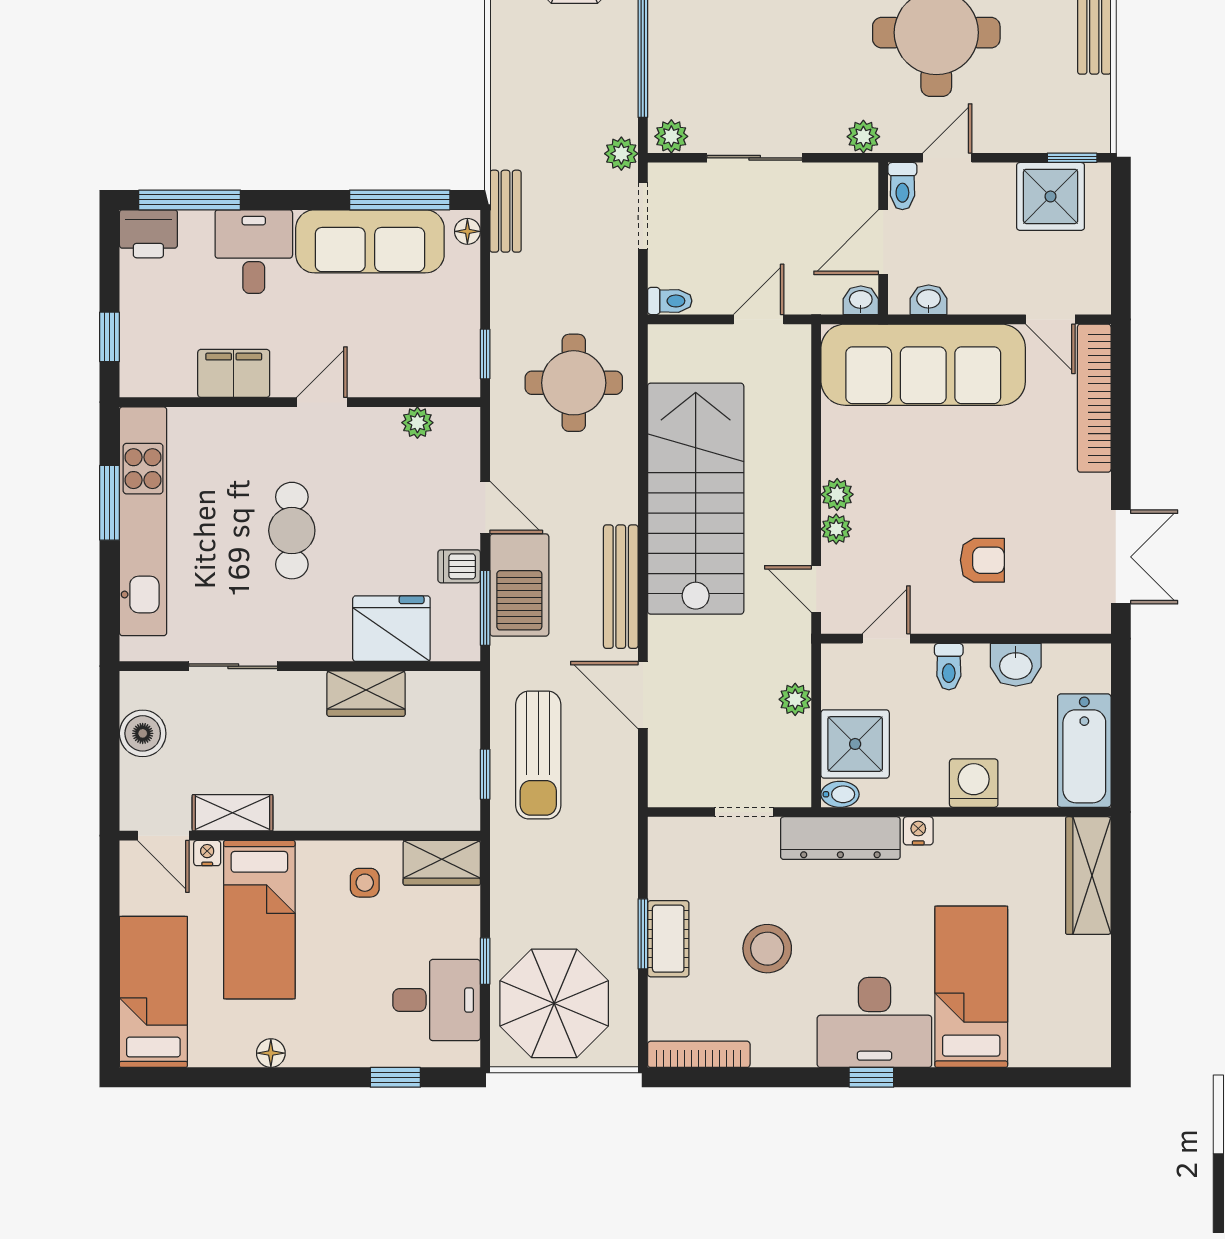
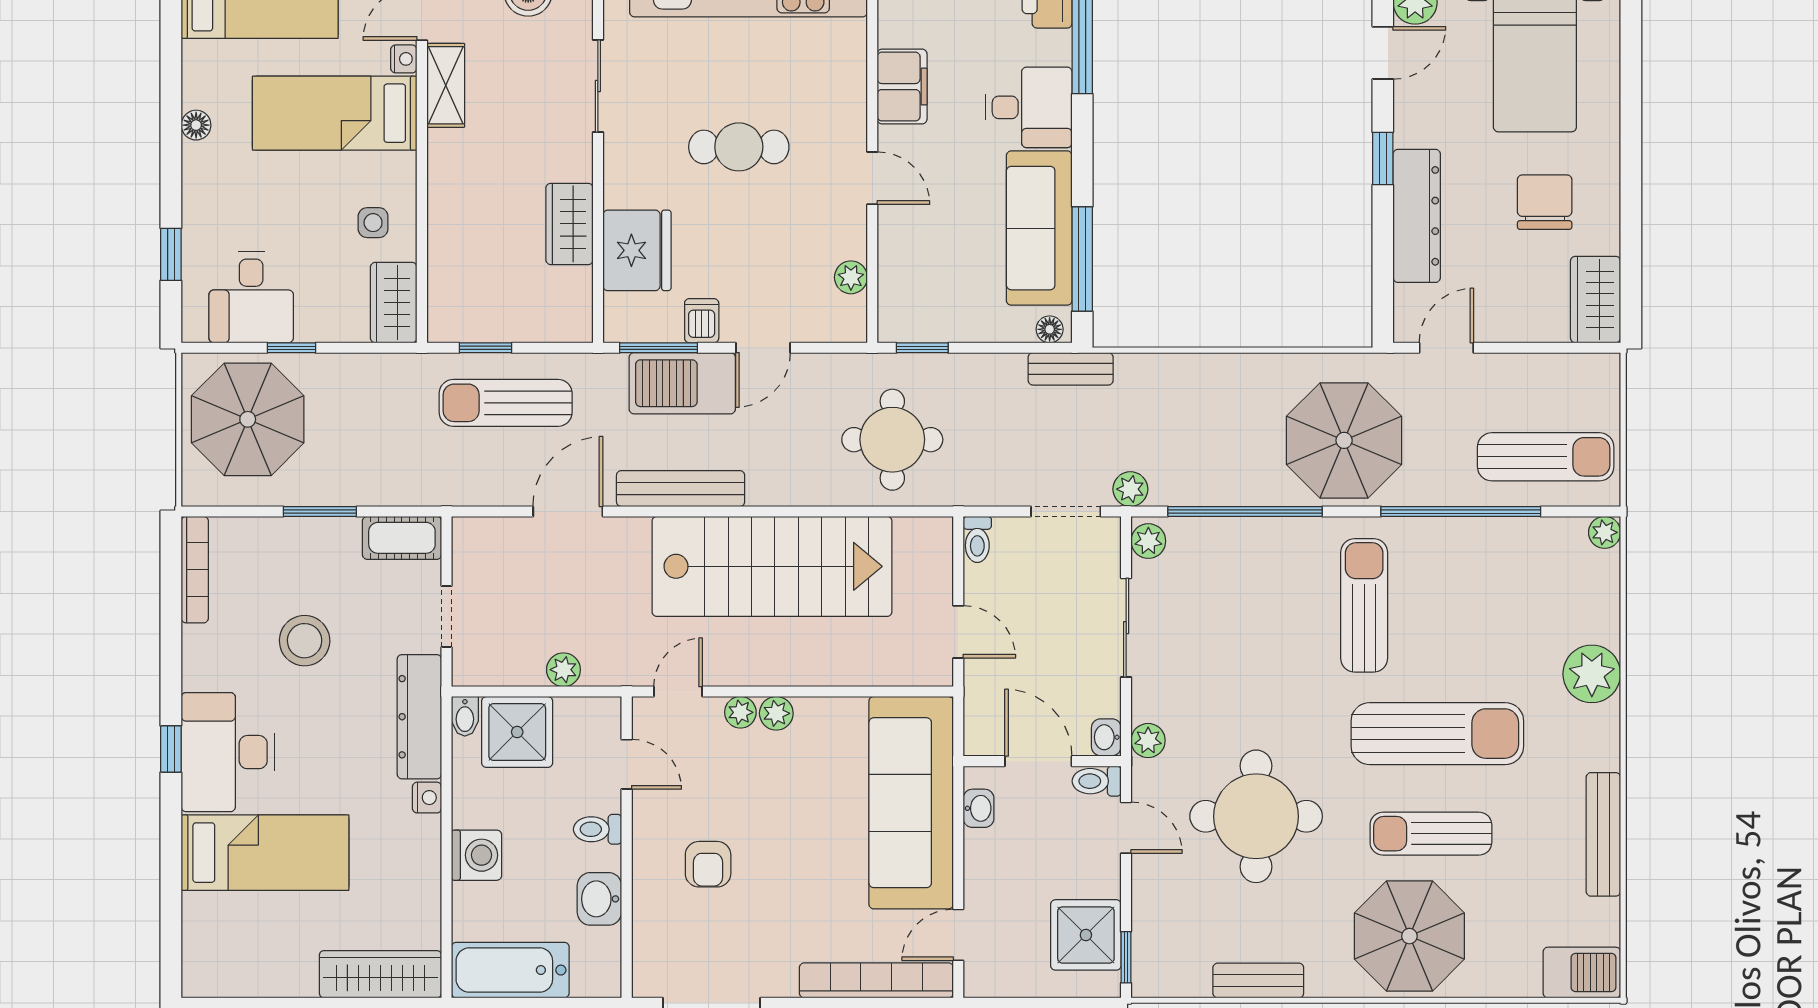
washbasin: (861, 300) -> (1106, 737), moved, turned 180
cot: (668, 939) -> (402, 538), moved

